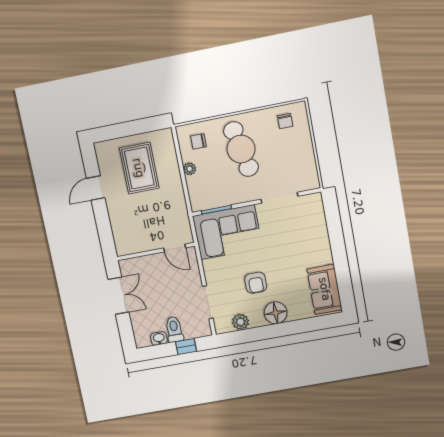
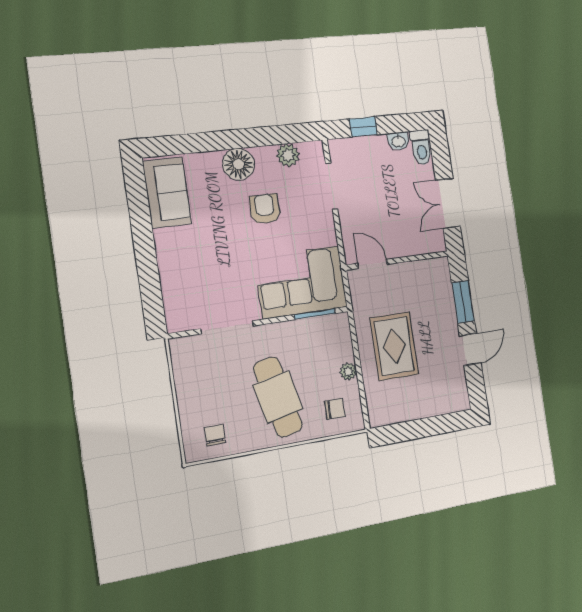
rug: (139, 168) -> (394, 346), moved
window: (103, 223) -> (463, 302), added
toilet: (174, 329) -> (421, 147), moved

